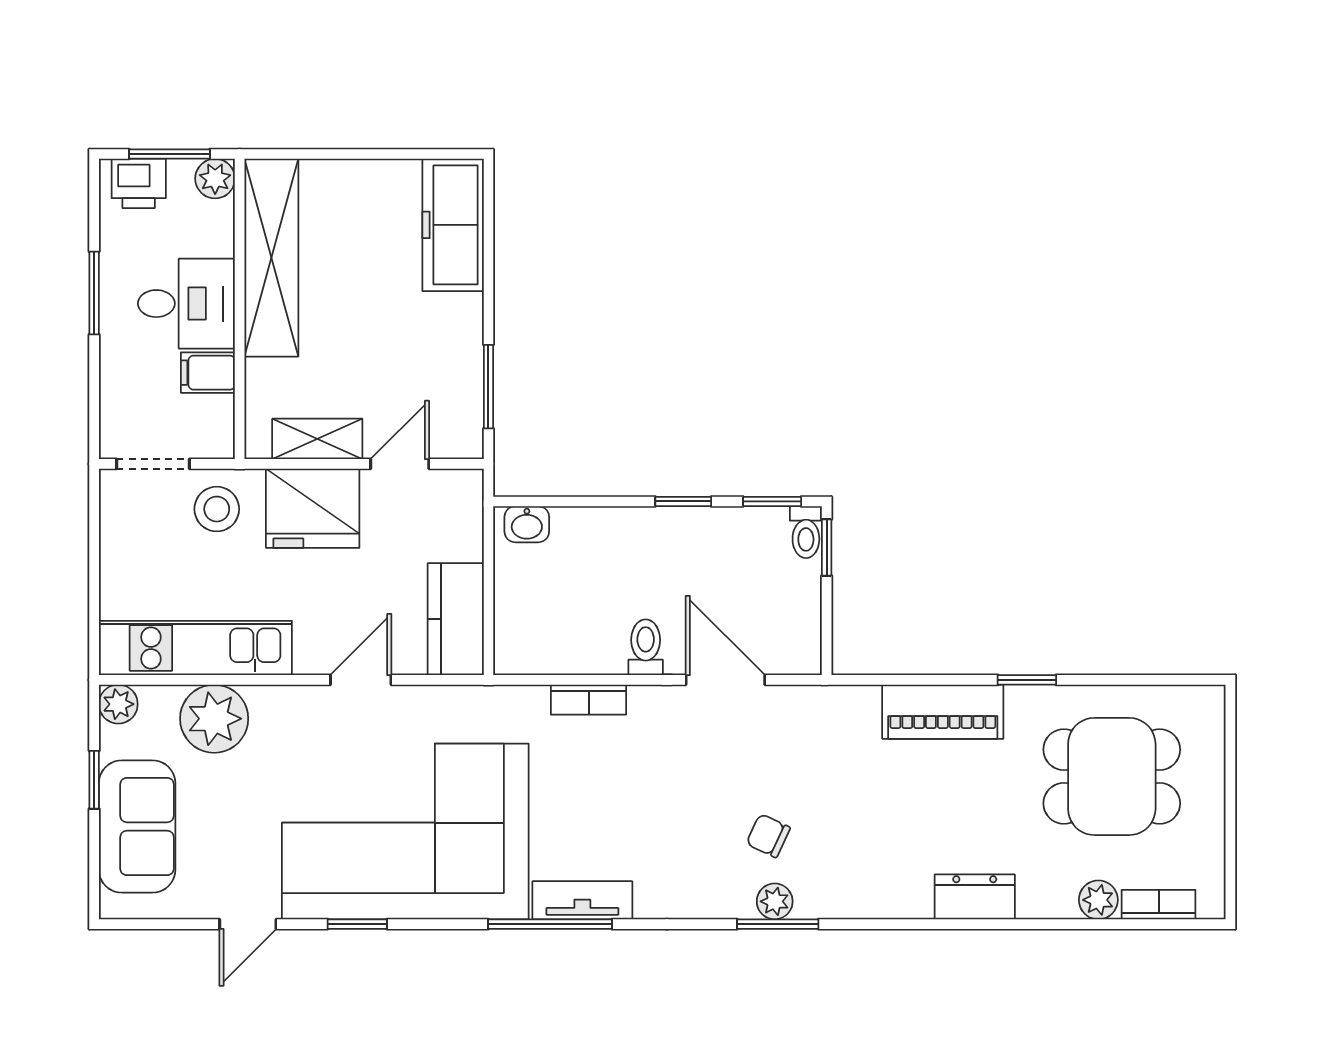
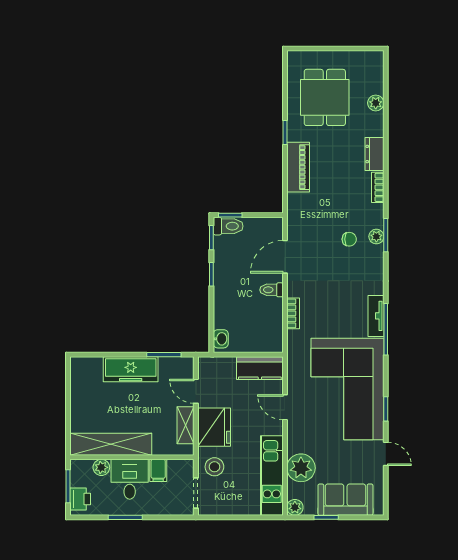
plant: (215, 179) -> (101, 467), moved
freezer: (453, 225) -> (131, 369), moved
toilet: (806, 532) -> (228, 226), width x1.37, depth x1.39
chair: (768, 836) -> (349, 239), turned -115
bookcase: (1159, 905) -> (378, 187), moved

